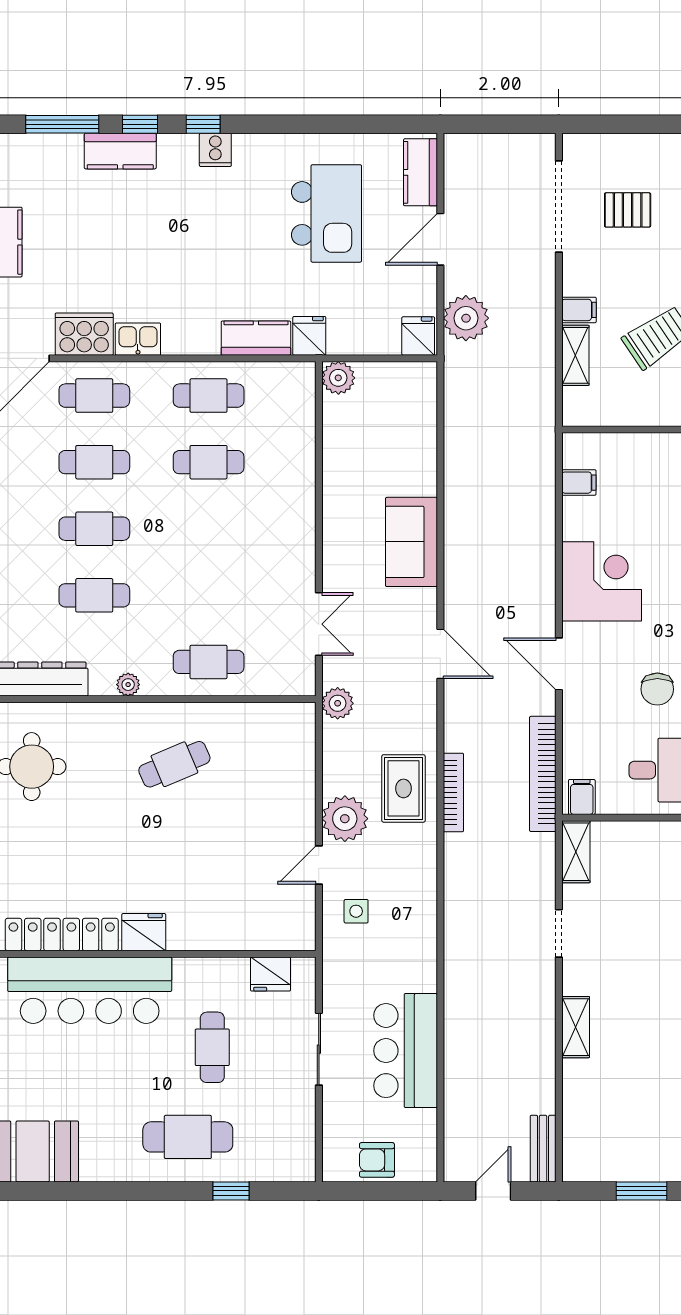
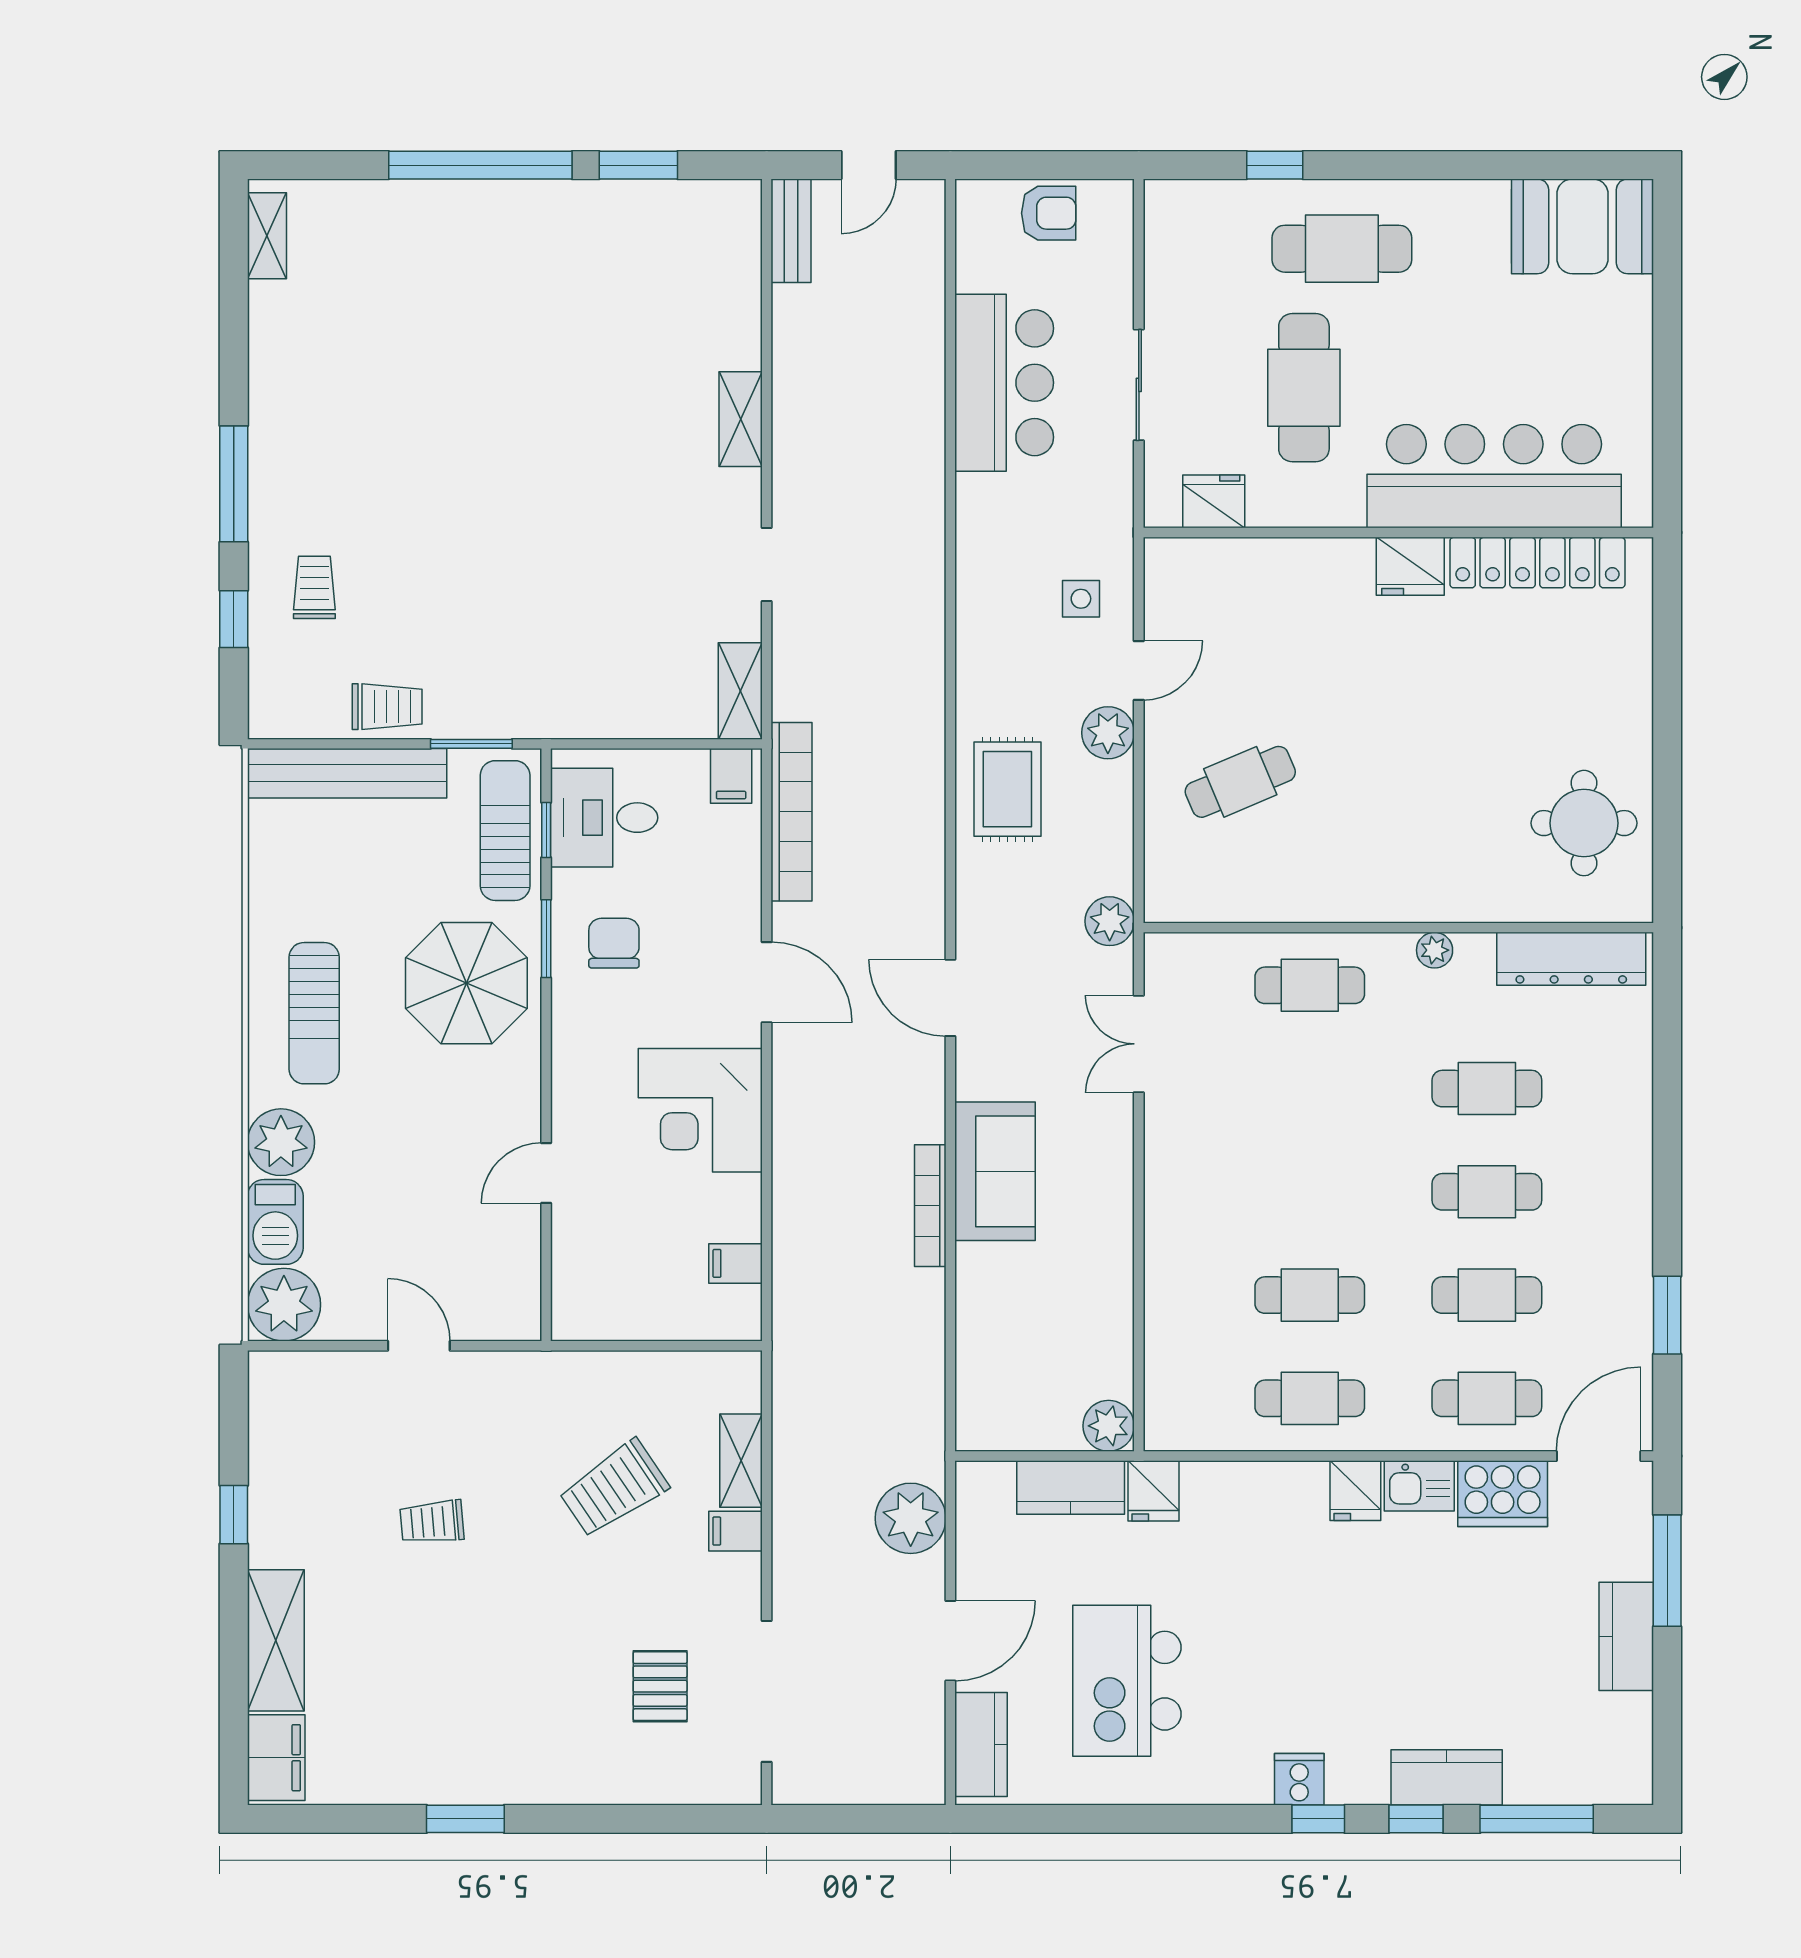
pallet: (628, 210) -> (660, 1686), turned 90
fridge: (418, 336) -> (1355, 1491), moved
kitchen counter: (256, 338) -> (1071, 1487), moved
cafe table: (174, 764) -> (1240, 782), moved
bookcase: (453, 792) -> (930, 1206), moved
plant: (345, 819) -> (1108, 733), width x0.73, depth x0.73
cafe table: (212, 1047) -> (1304, 388), width x1.37, depth x1.35

